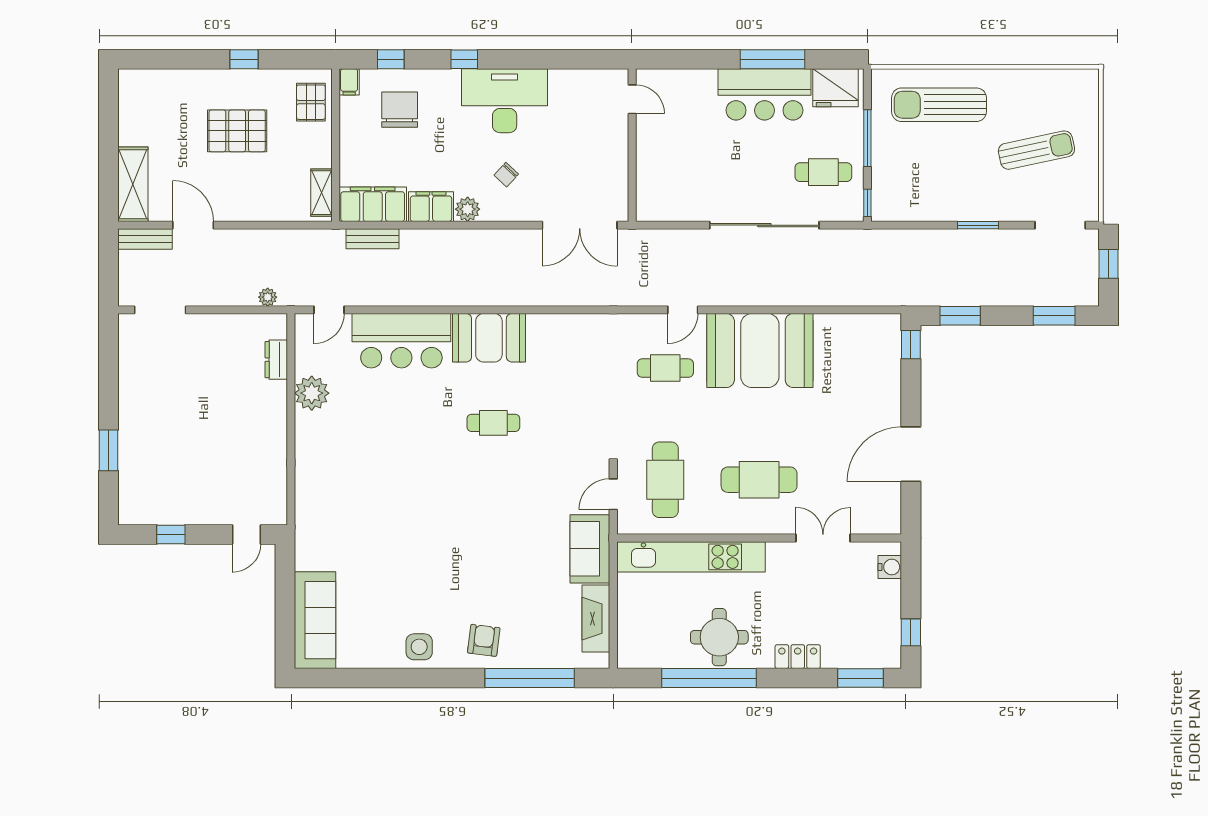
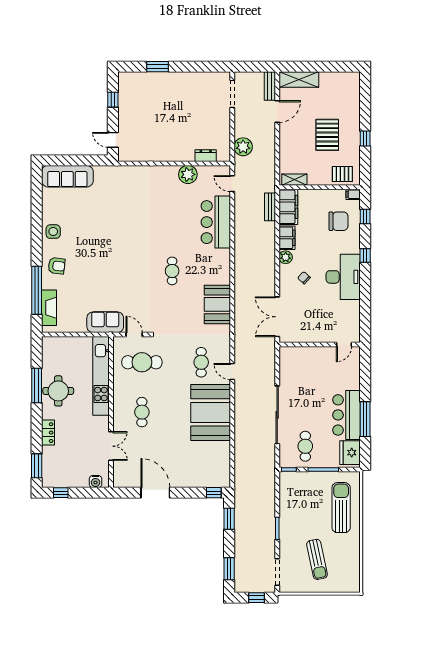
plant: (268, 297) -> (243, 147), width x1.88, depth x1.88
booth: (489, 338) -> (217, 304), moved
cafe table: (759, 480) -> (142, 412), width x0.73, depth x0.74
fireplace: (596, 619) -> (49, 308), moved, turned 90
window: (709, 678) -> (37, 386), width x0.68

